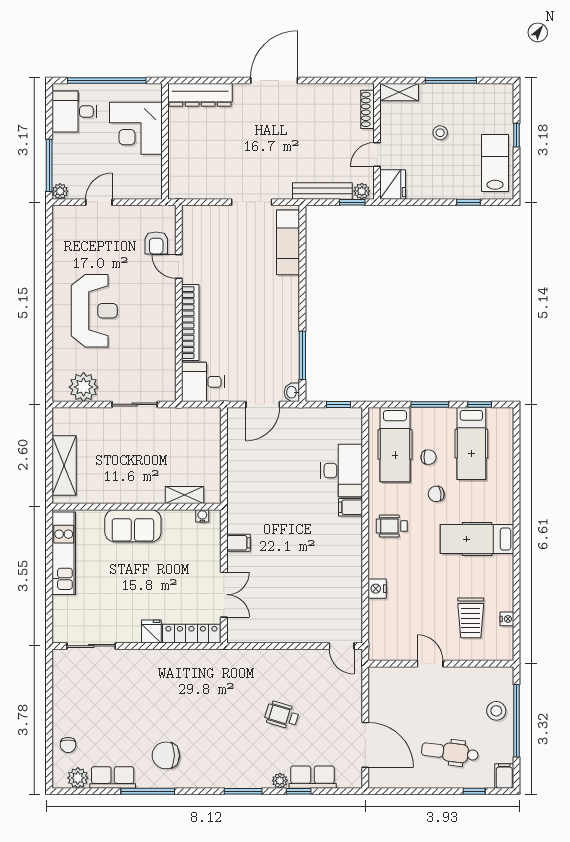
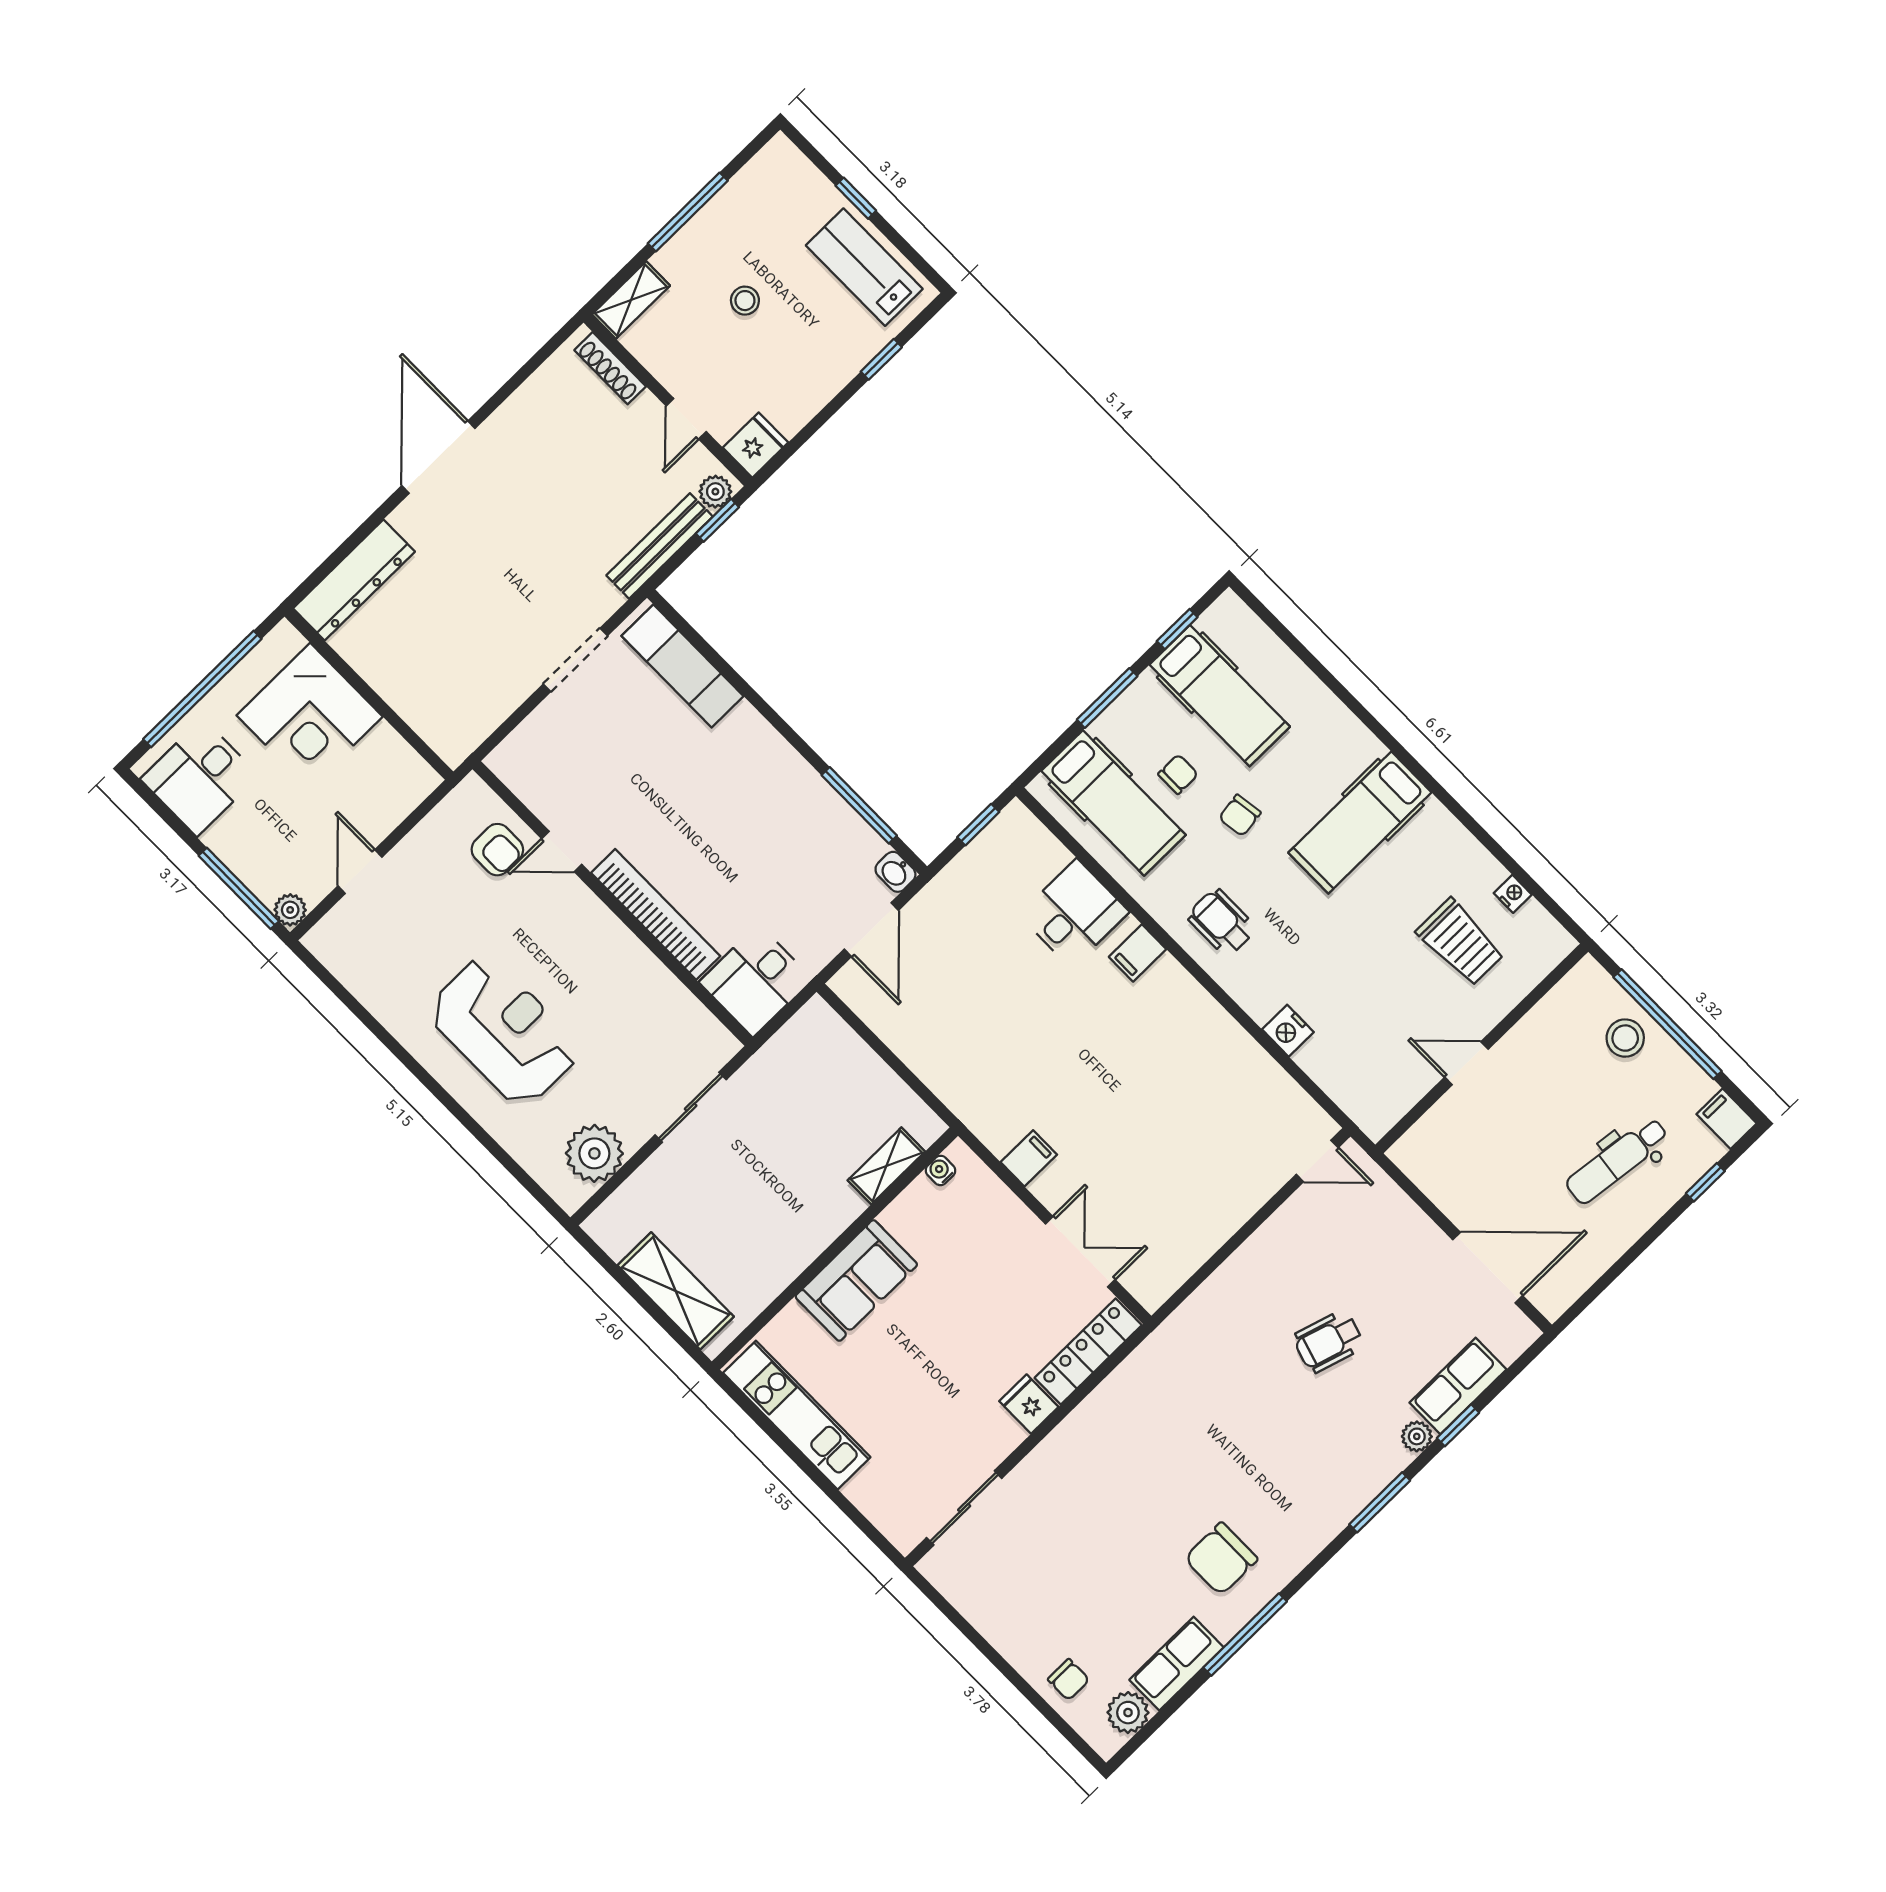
fridge: (393, 184) -> (756, 445), width x0.72
desk: (342, 470) -> (1074, 913), width x0.73
wheelchair: (392, 526) -> (1222, 922), turned 90

